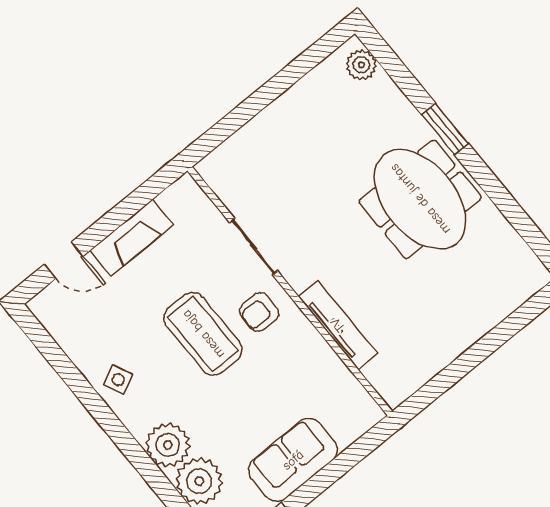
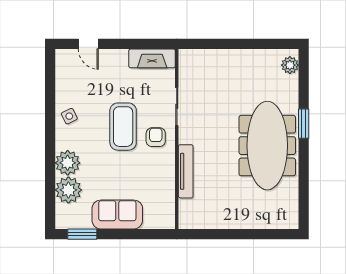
meeting table: (420, 199) -> (267, 146), width x1.36
fireplace: (132, 238) -> (152, 58), moved
armchair: (259, 312) -> (156, 137), turned 90

